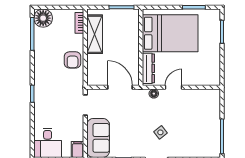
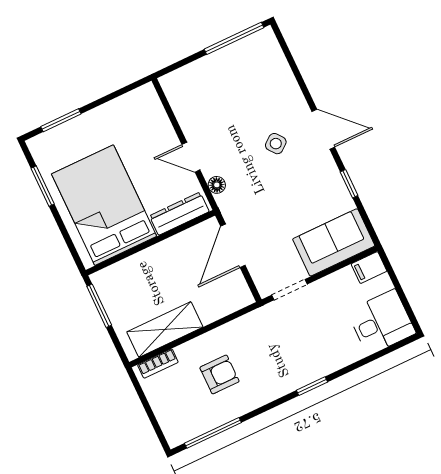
floor lamp: (43, 18) -> (178, 427), removed
armchair: (73, 60) -> (219, 374), moved

